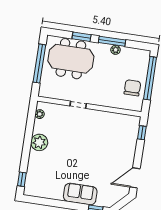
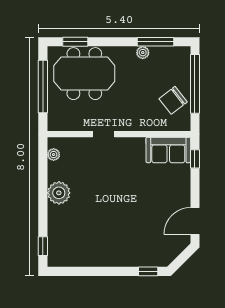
window: (82, 37) -> (75, 42), moved
window: (112, 41) -> (156, 42), moved
chair: (132, 88) -> (173, 100), turned -128
sofa: (80, 194) -> (168, 150), moved, turned 180

